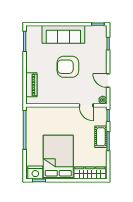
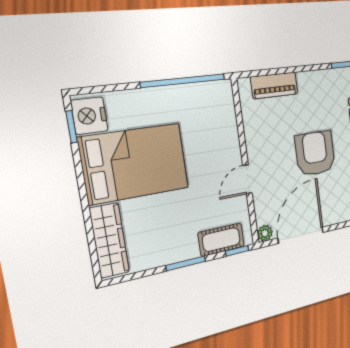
door: (108, 80) -> (301, 235), width x1.87
door: (86, 105) -> (247, 179), moved
cot: (101, 137) -> (221, 240), moved

